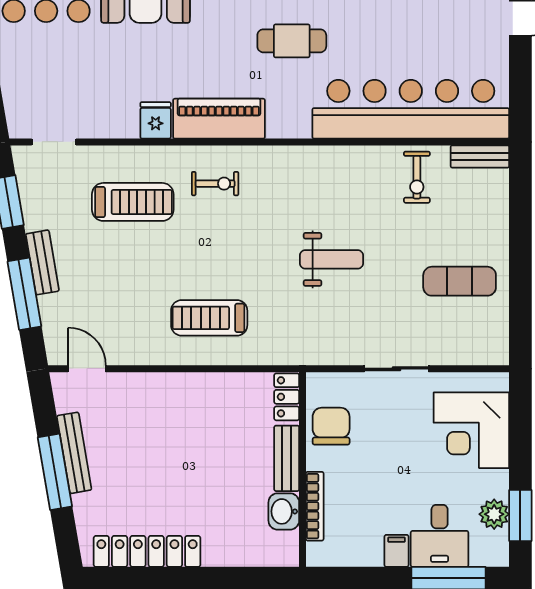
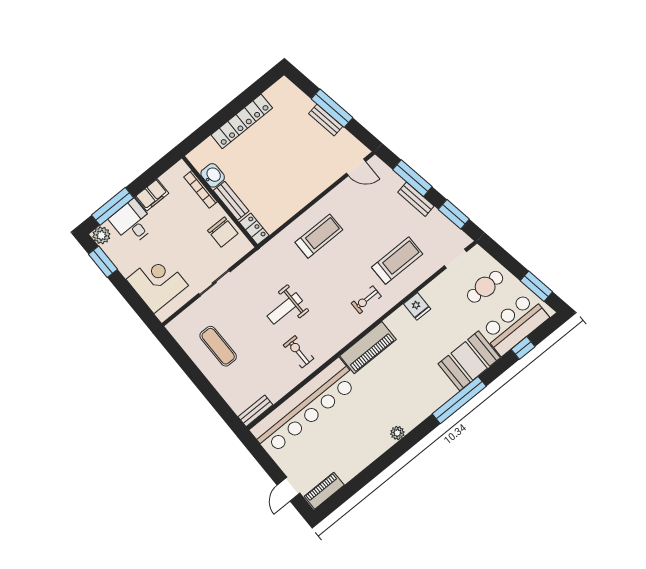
cafe table: (292, 41) -> (485, 287), moved
piano: (219, 119) -> (368, 348), moved
exercise bike: (417, 177) -> (298, 352), moved
treadmill: (133, 202) -> (397, 261), turned 180
exercise mat: (460, 281) -> (218, 346), turned 90
bench: (74, 453) -> (326, 120), width x0.73
plant: (494, 514) -> (101, 235), moved
locker: (147, 551) -> (242, 121), moved
filing cabinet: (396, 551) -> (152, 195), width x2.00

